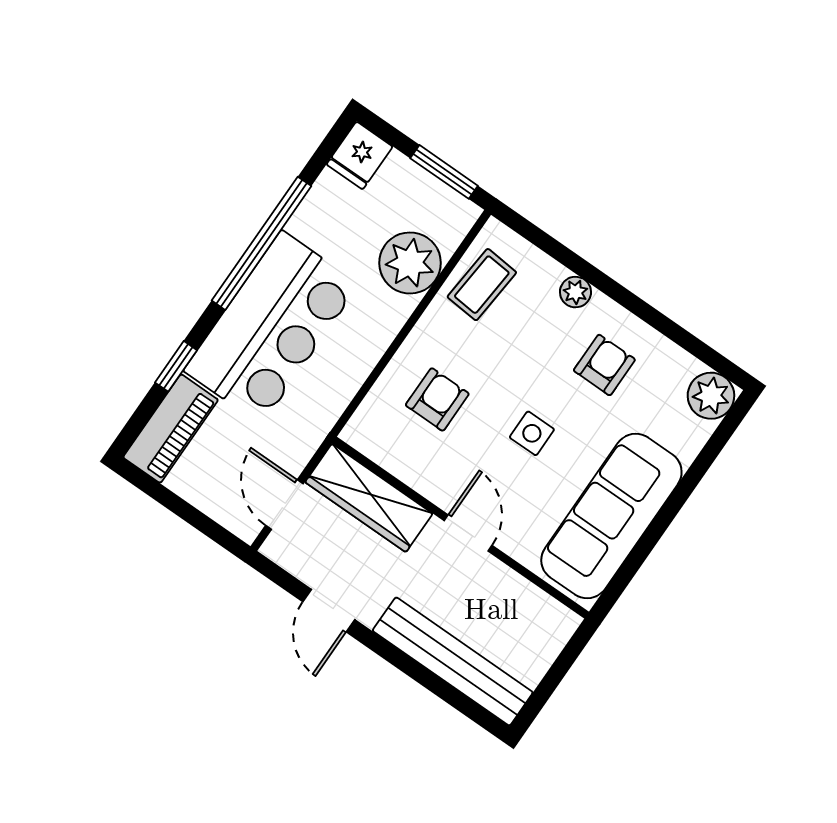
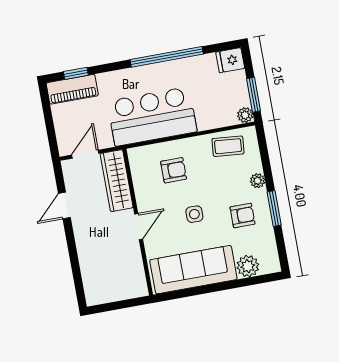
plant: (410, 263) -> (245, 115), moved, width x0.53, depth x0.53
window: (640, 308) -> (274, 208), added
bar counter: (271, 327) -> (152, 116), moved, turned 180
window: (176, 366) -> (76, 73), moved
plant: (711, 396) -> (248, 266), moved
bench: (453, 661) -> (89, 265), removed

